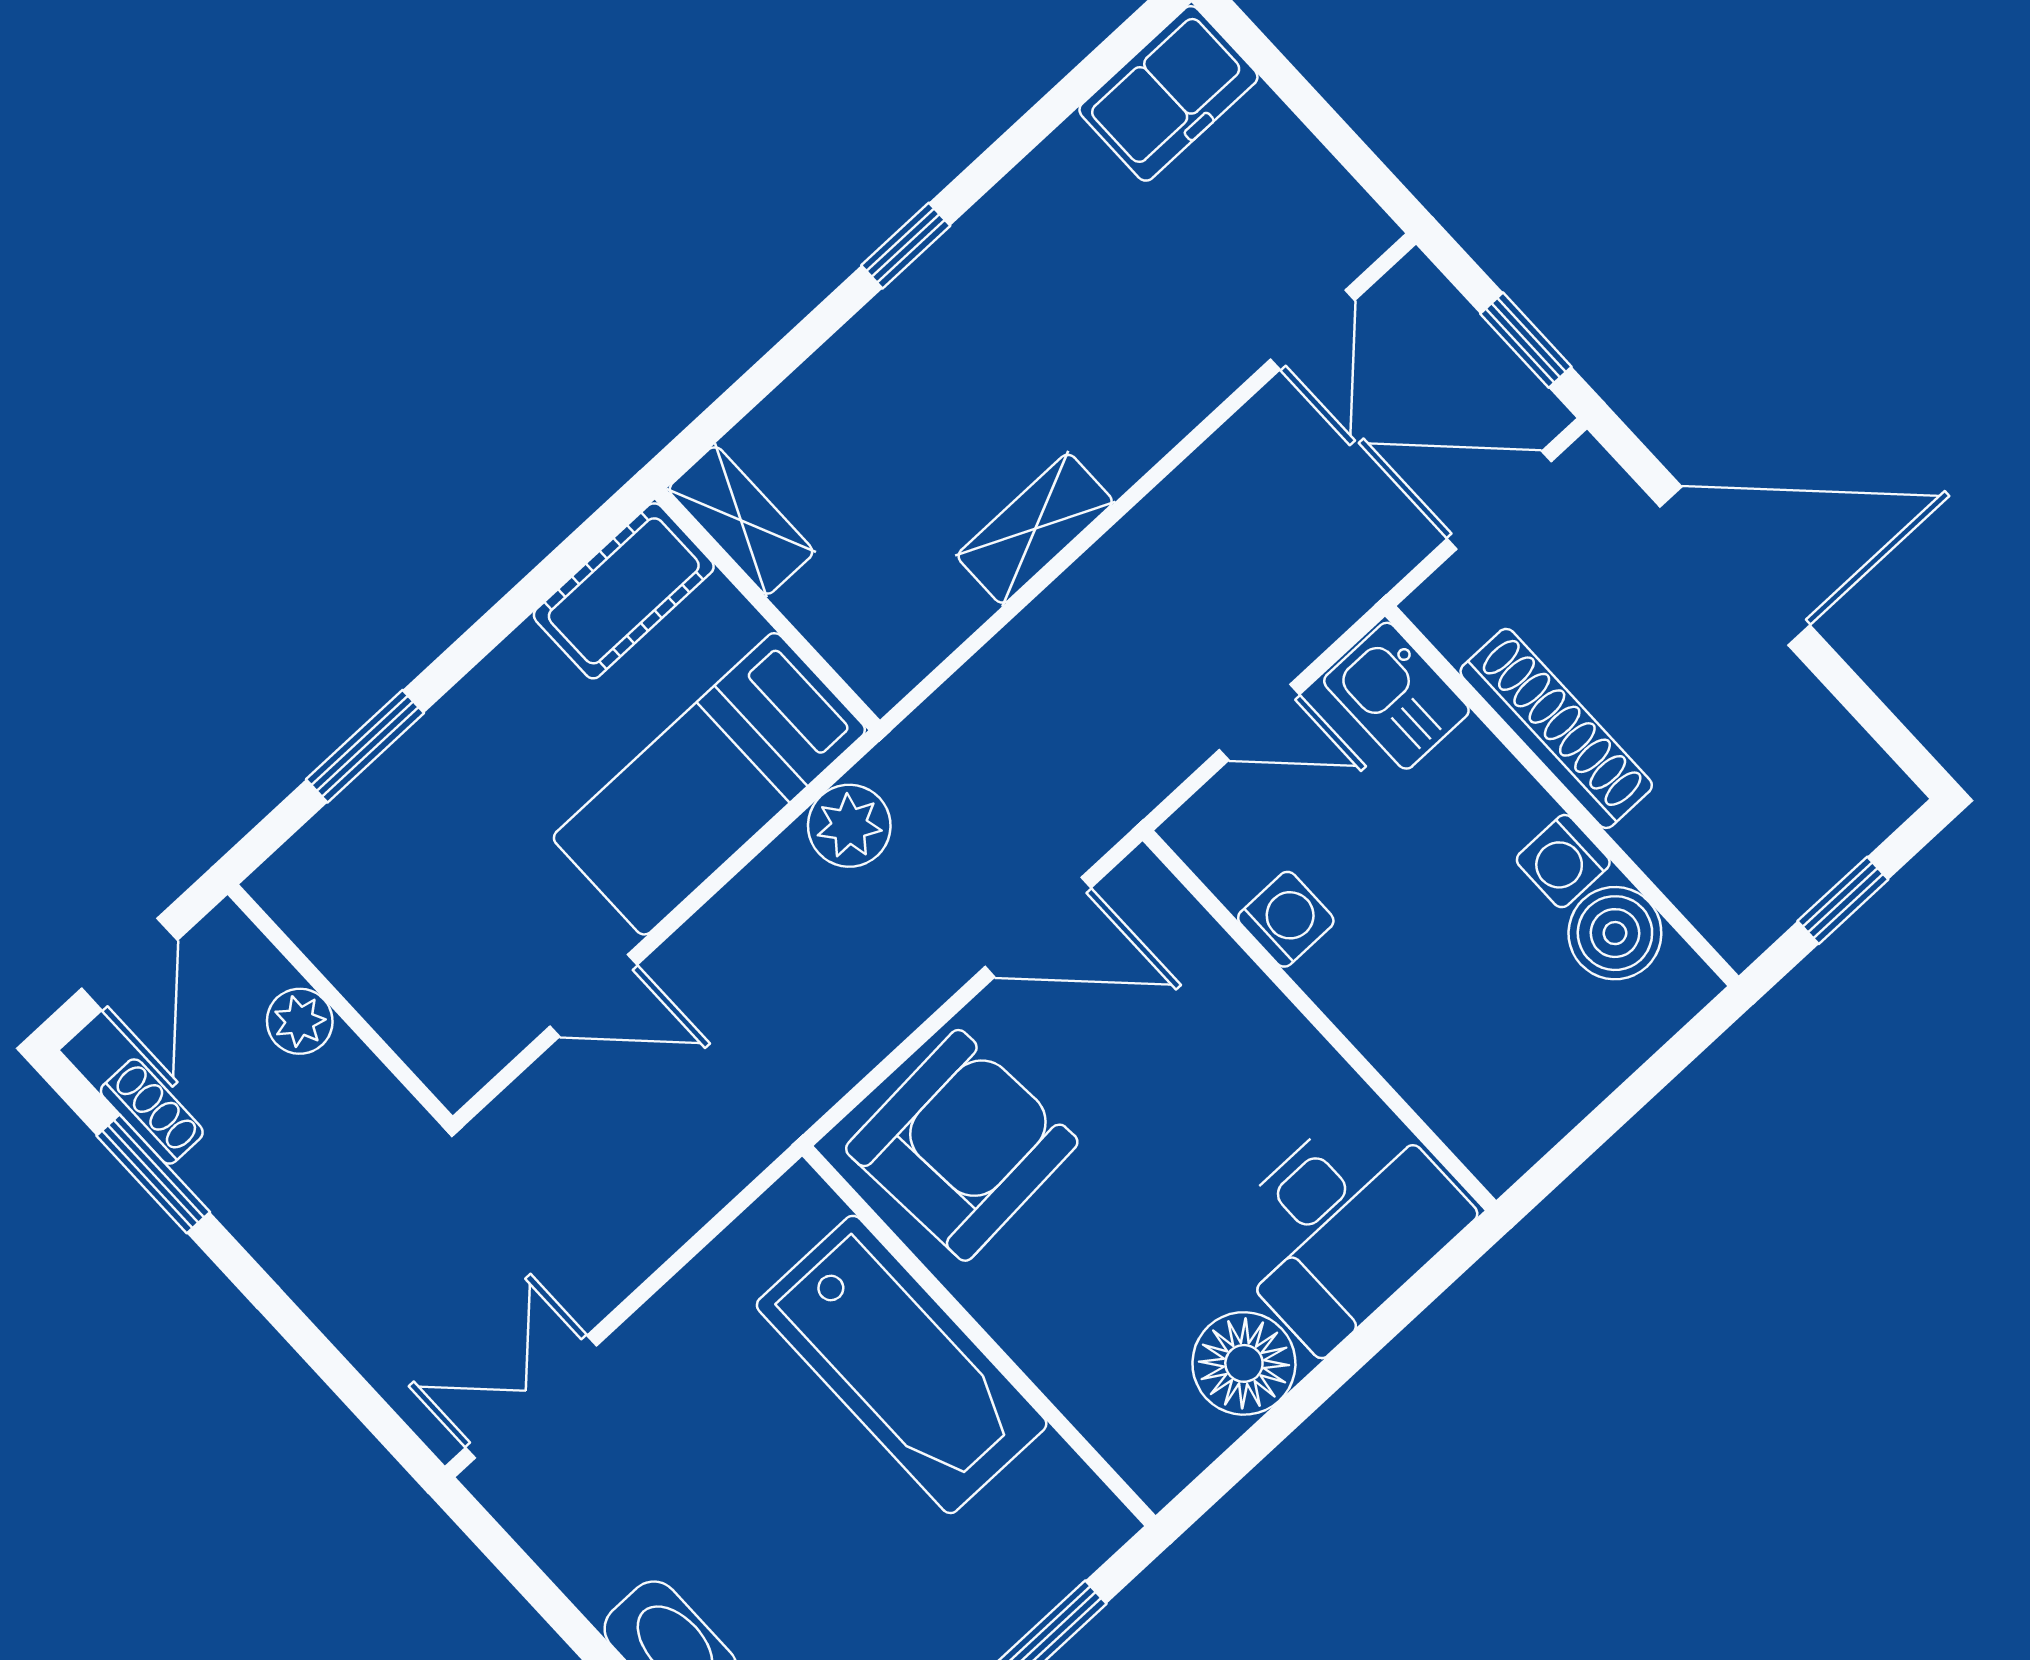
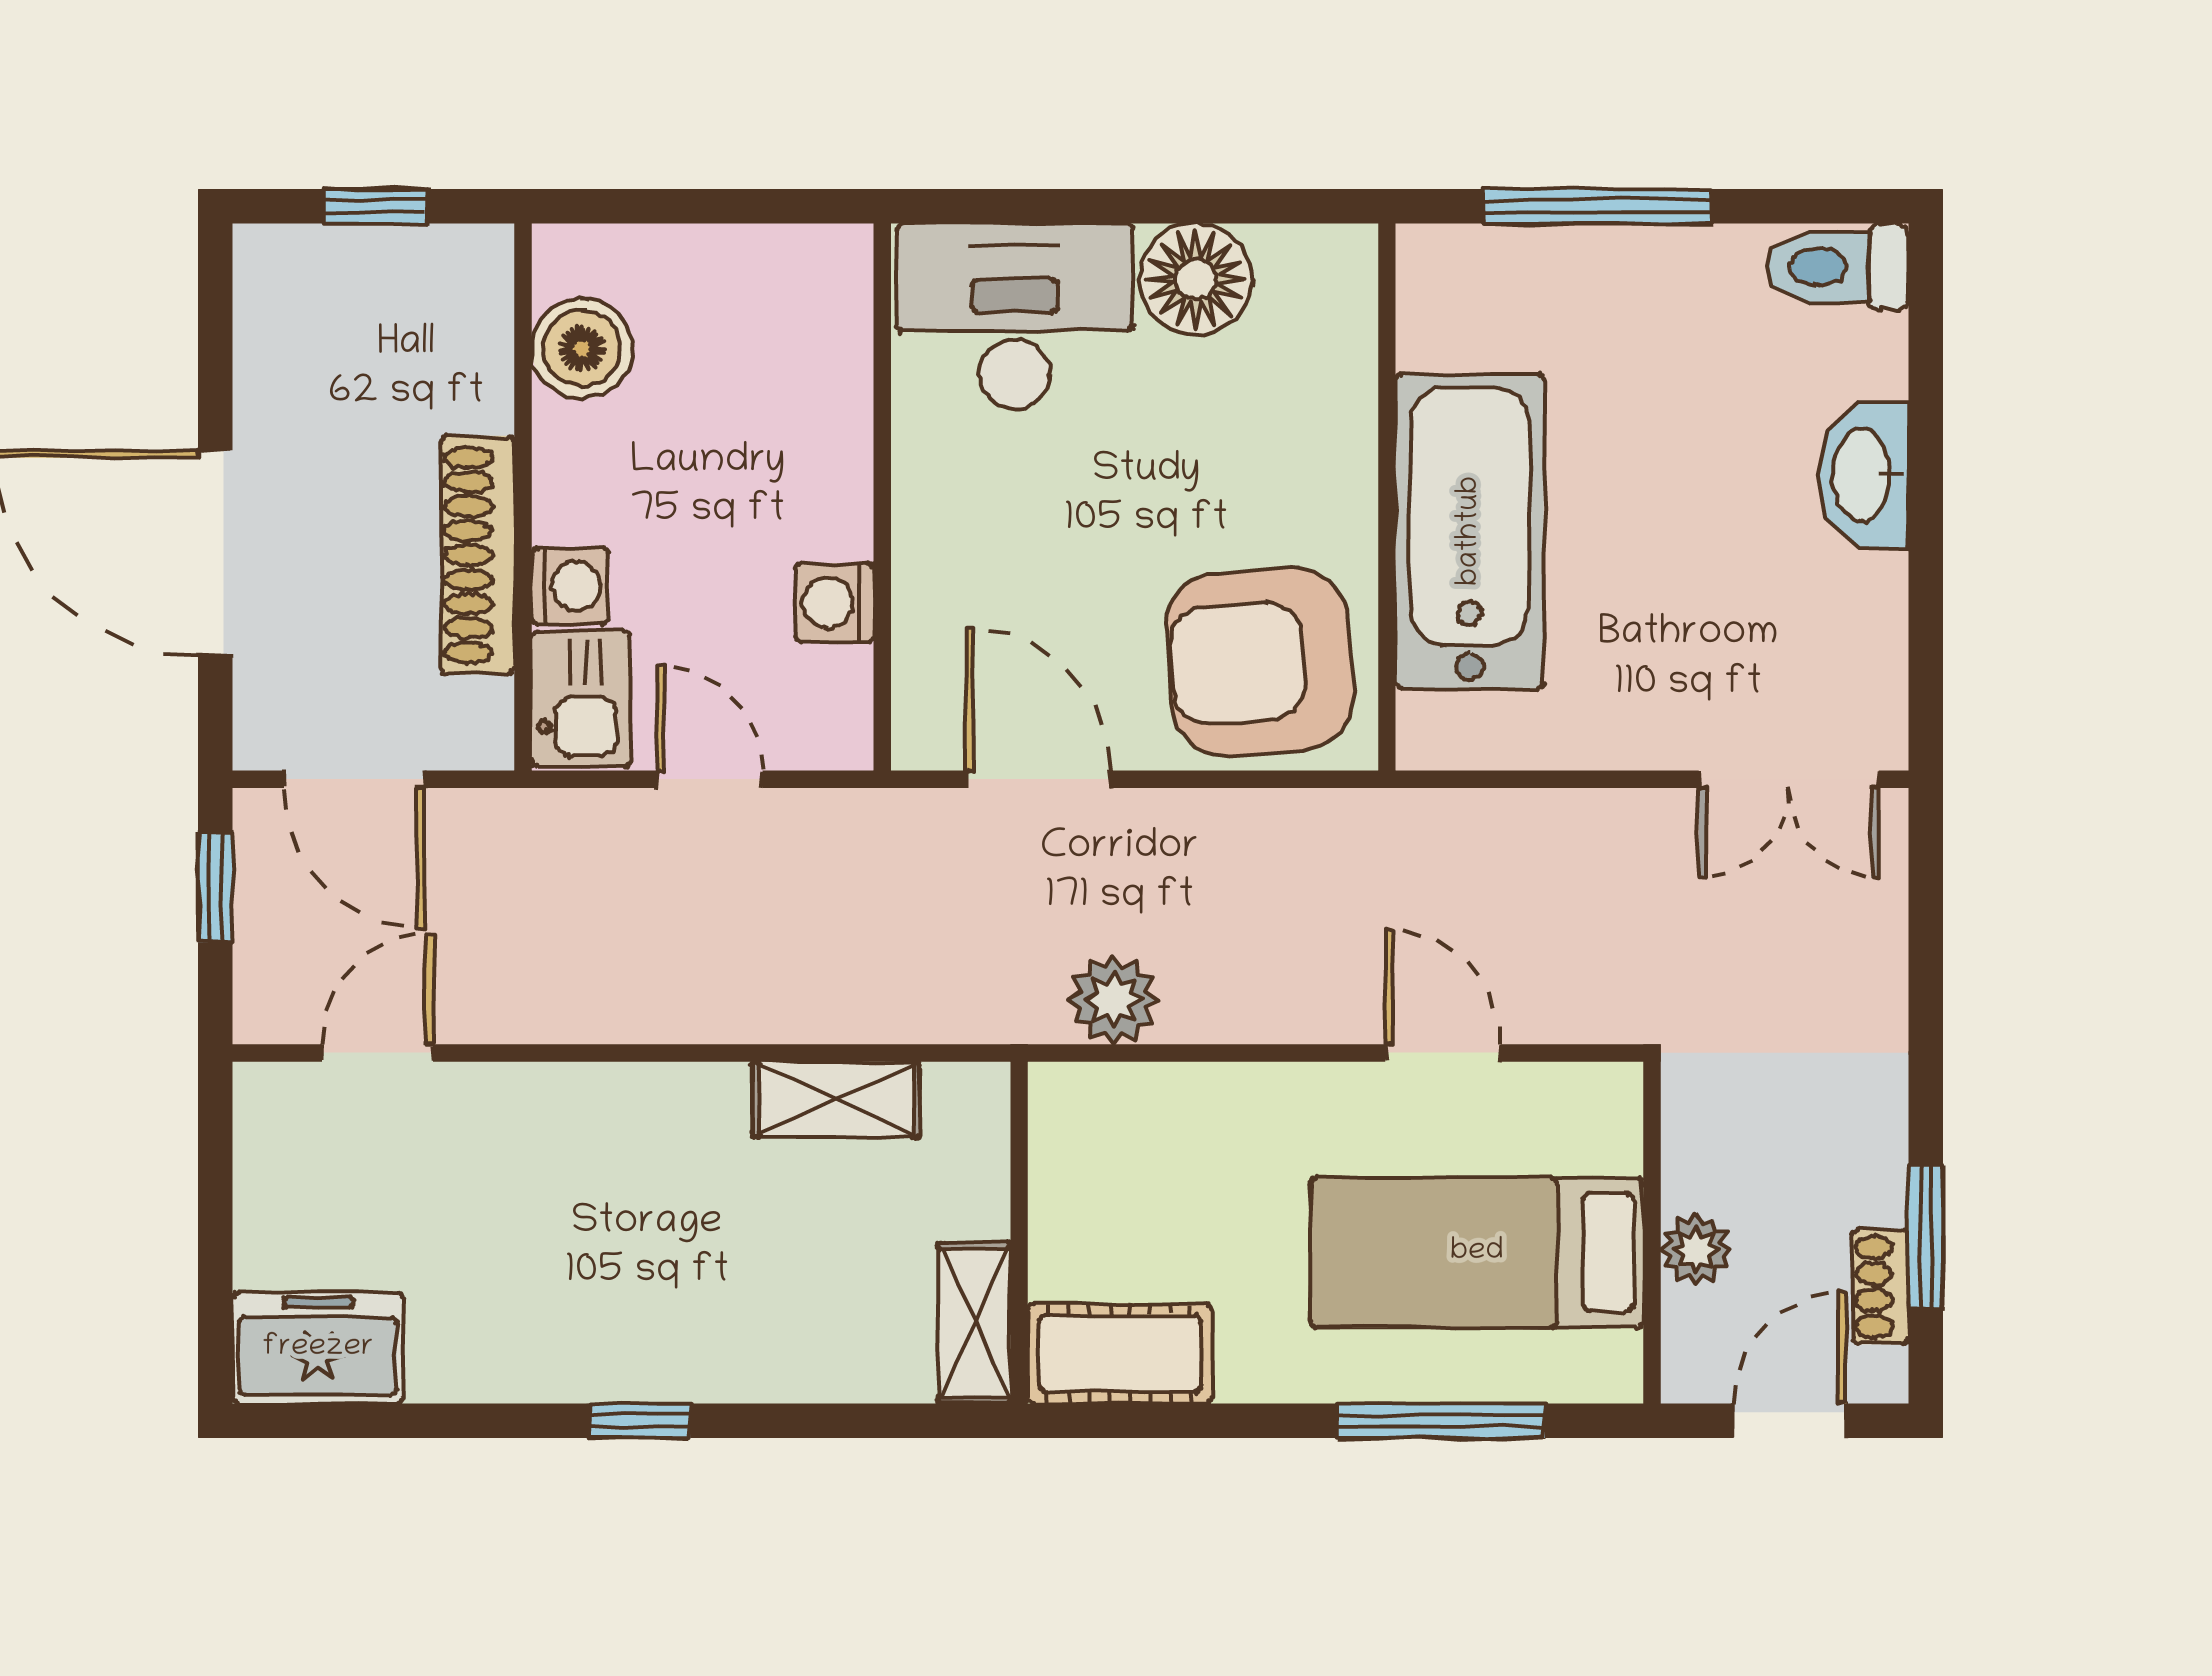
shelving: (1035, 529) -> (836, 1099), moved
window: (365, 746) -> (1441, 1421), width x1.44
bed: (709, 784) -> (1477, 1252), moved, turned 180
washing machine: (1563, 861) -> (570, 586), moved

